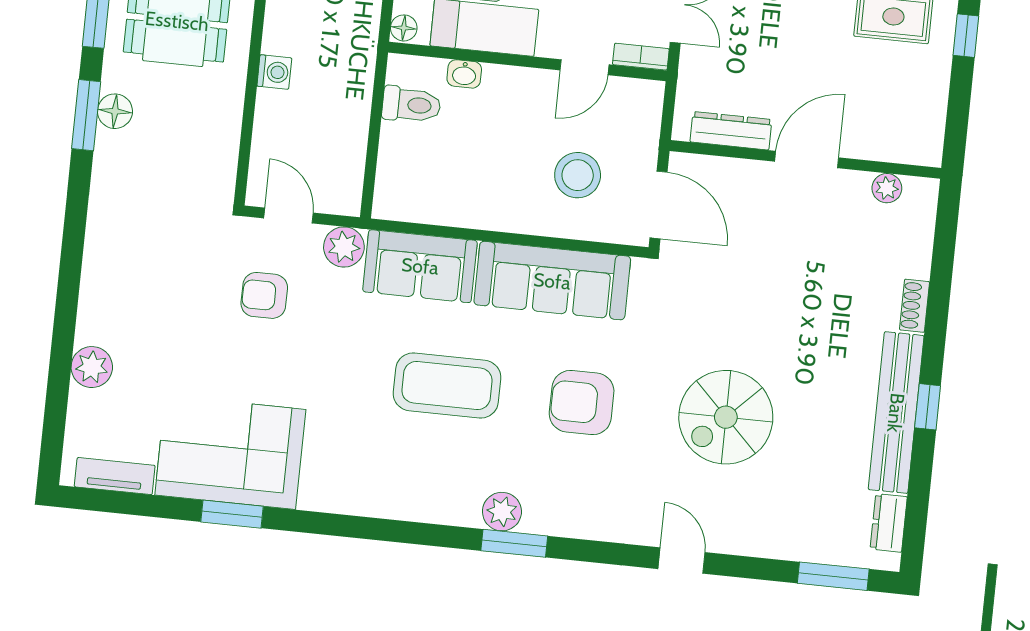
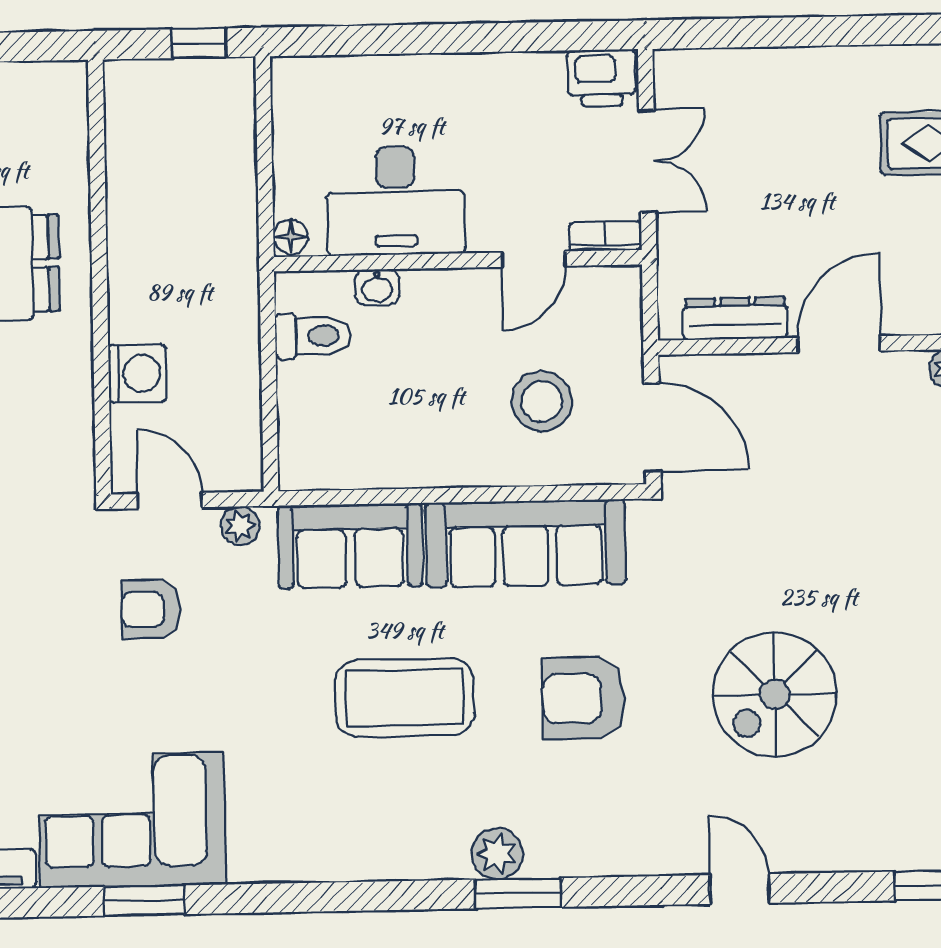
washing machine: (274, 72) -> (137, 373), moved, width x1.38, depth x1.38
plant: (344, 247) -> (240, 526), width x0.73, depth x0.73

